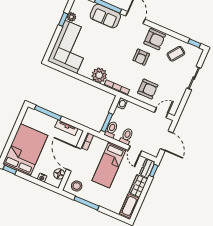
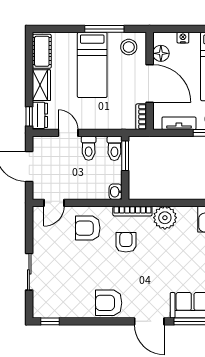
coffee table: (176, 54) -> (70, 295), removed
armchair: (141, 57) -> (126, 242), moved
bed: (109, 165) -> (92, 65), moved, turned 180

